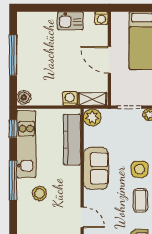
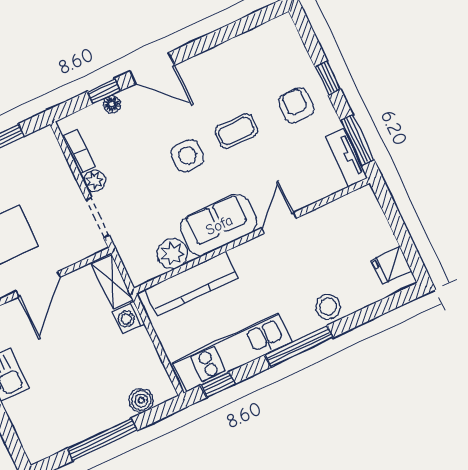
boiler: (24, 97) -> (141, 400), moved
plant: (92, 117) -> (172, 254), moved
stool: (39, 193) -> (328, 307), moved
door: (82, 217) -> (279, 223), moved

